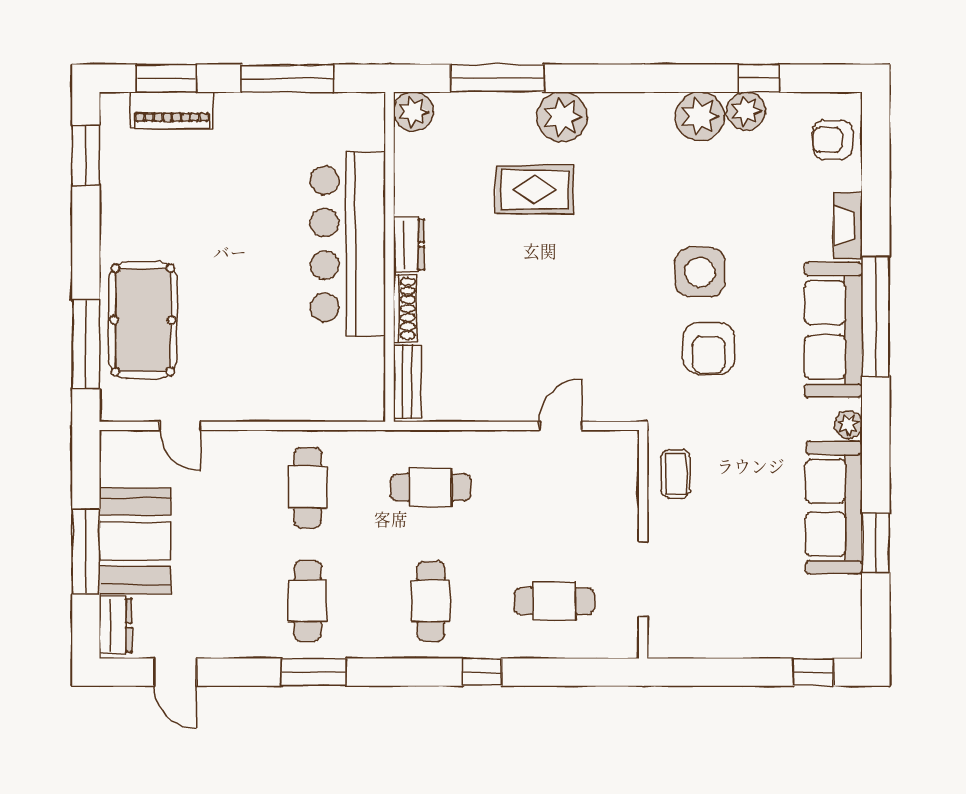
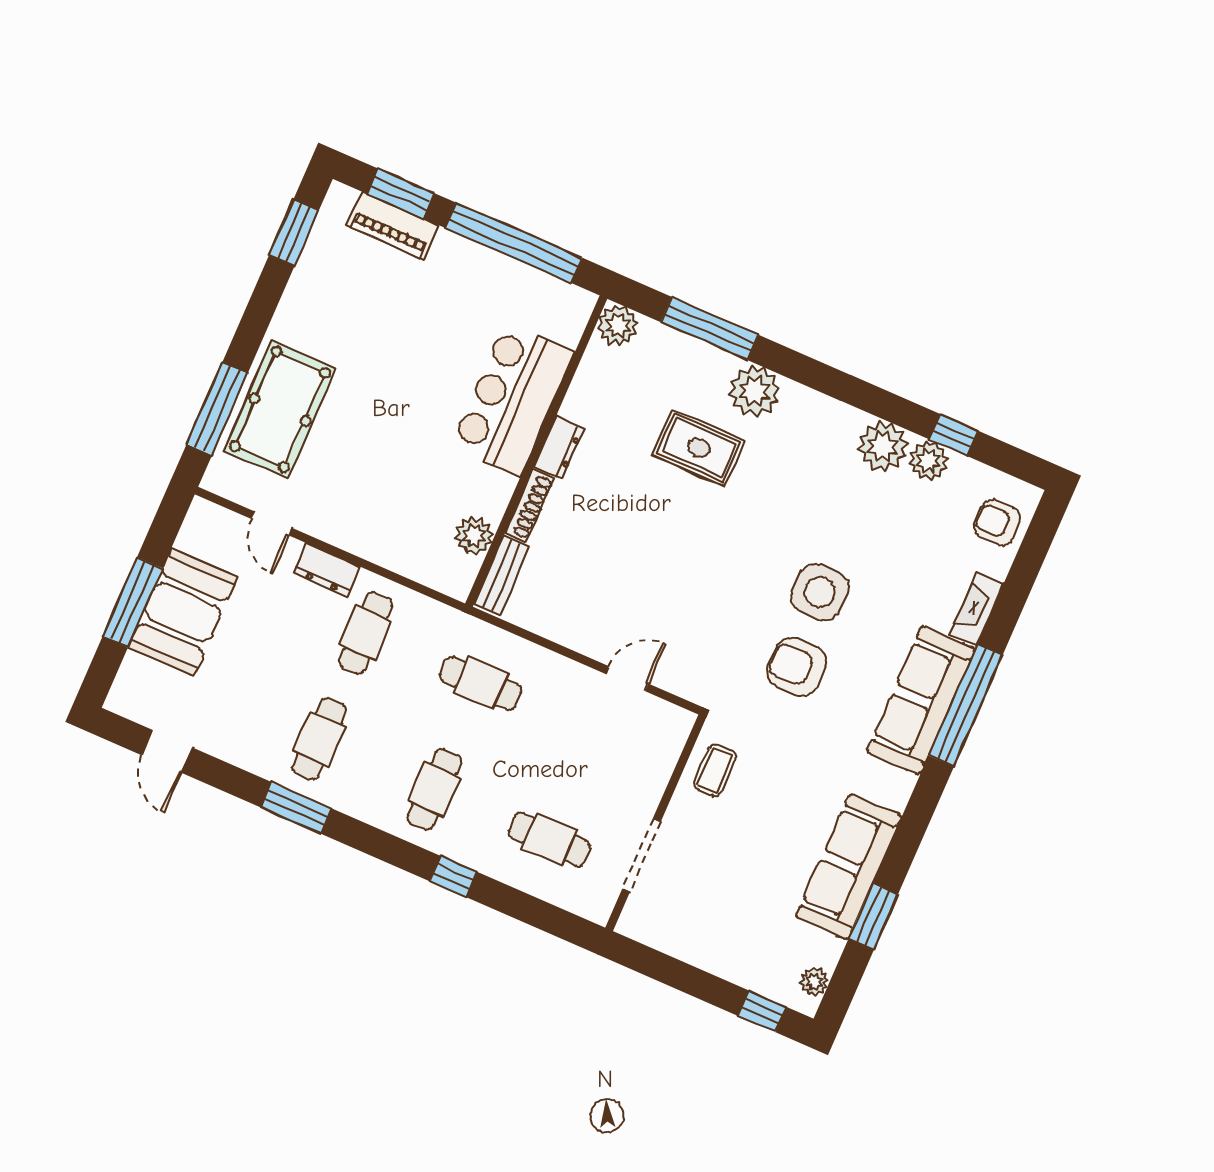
window: (287, 78) -> (514, 243), width x1.46
bar counter: (348, 244) -> (513, 399), width x0.73
armchair: (709, 348) -> (797, 667), turned 90
plant: (367, 357) -> (474, 536), added
plant: (848, 425) -> (814, 982), moved
dresser: (116, 625) -> (327, 570), moved, turned 90

